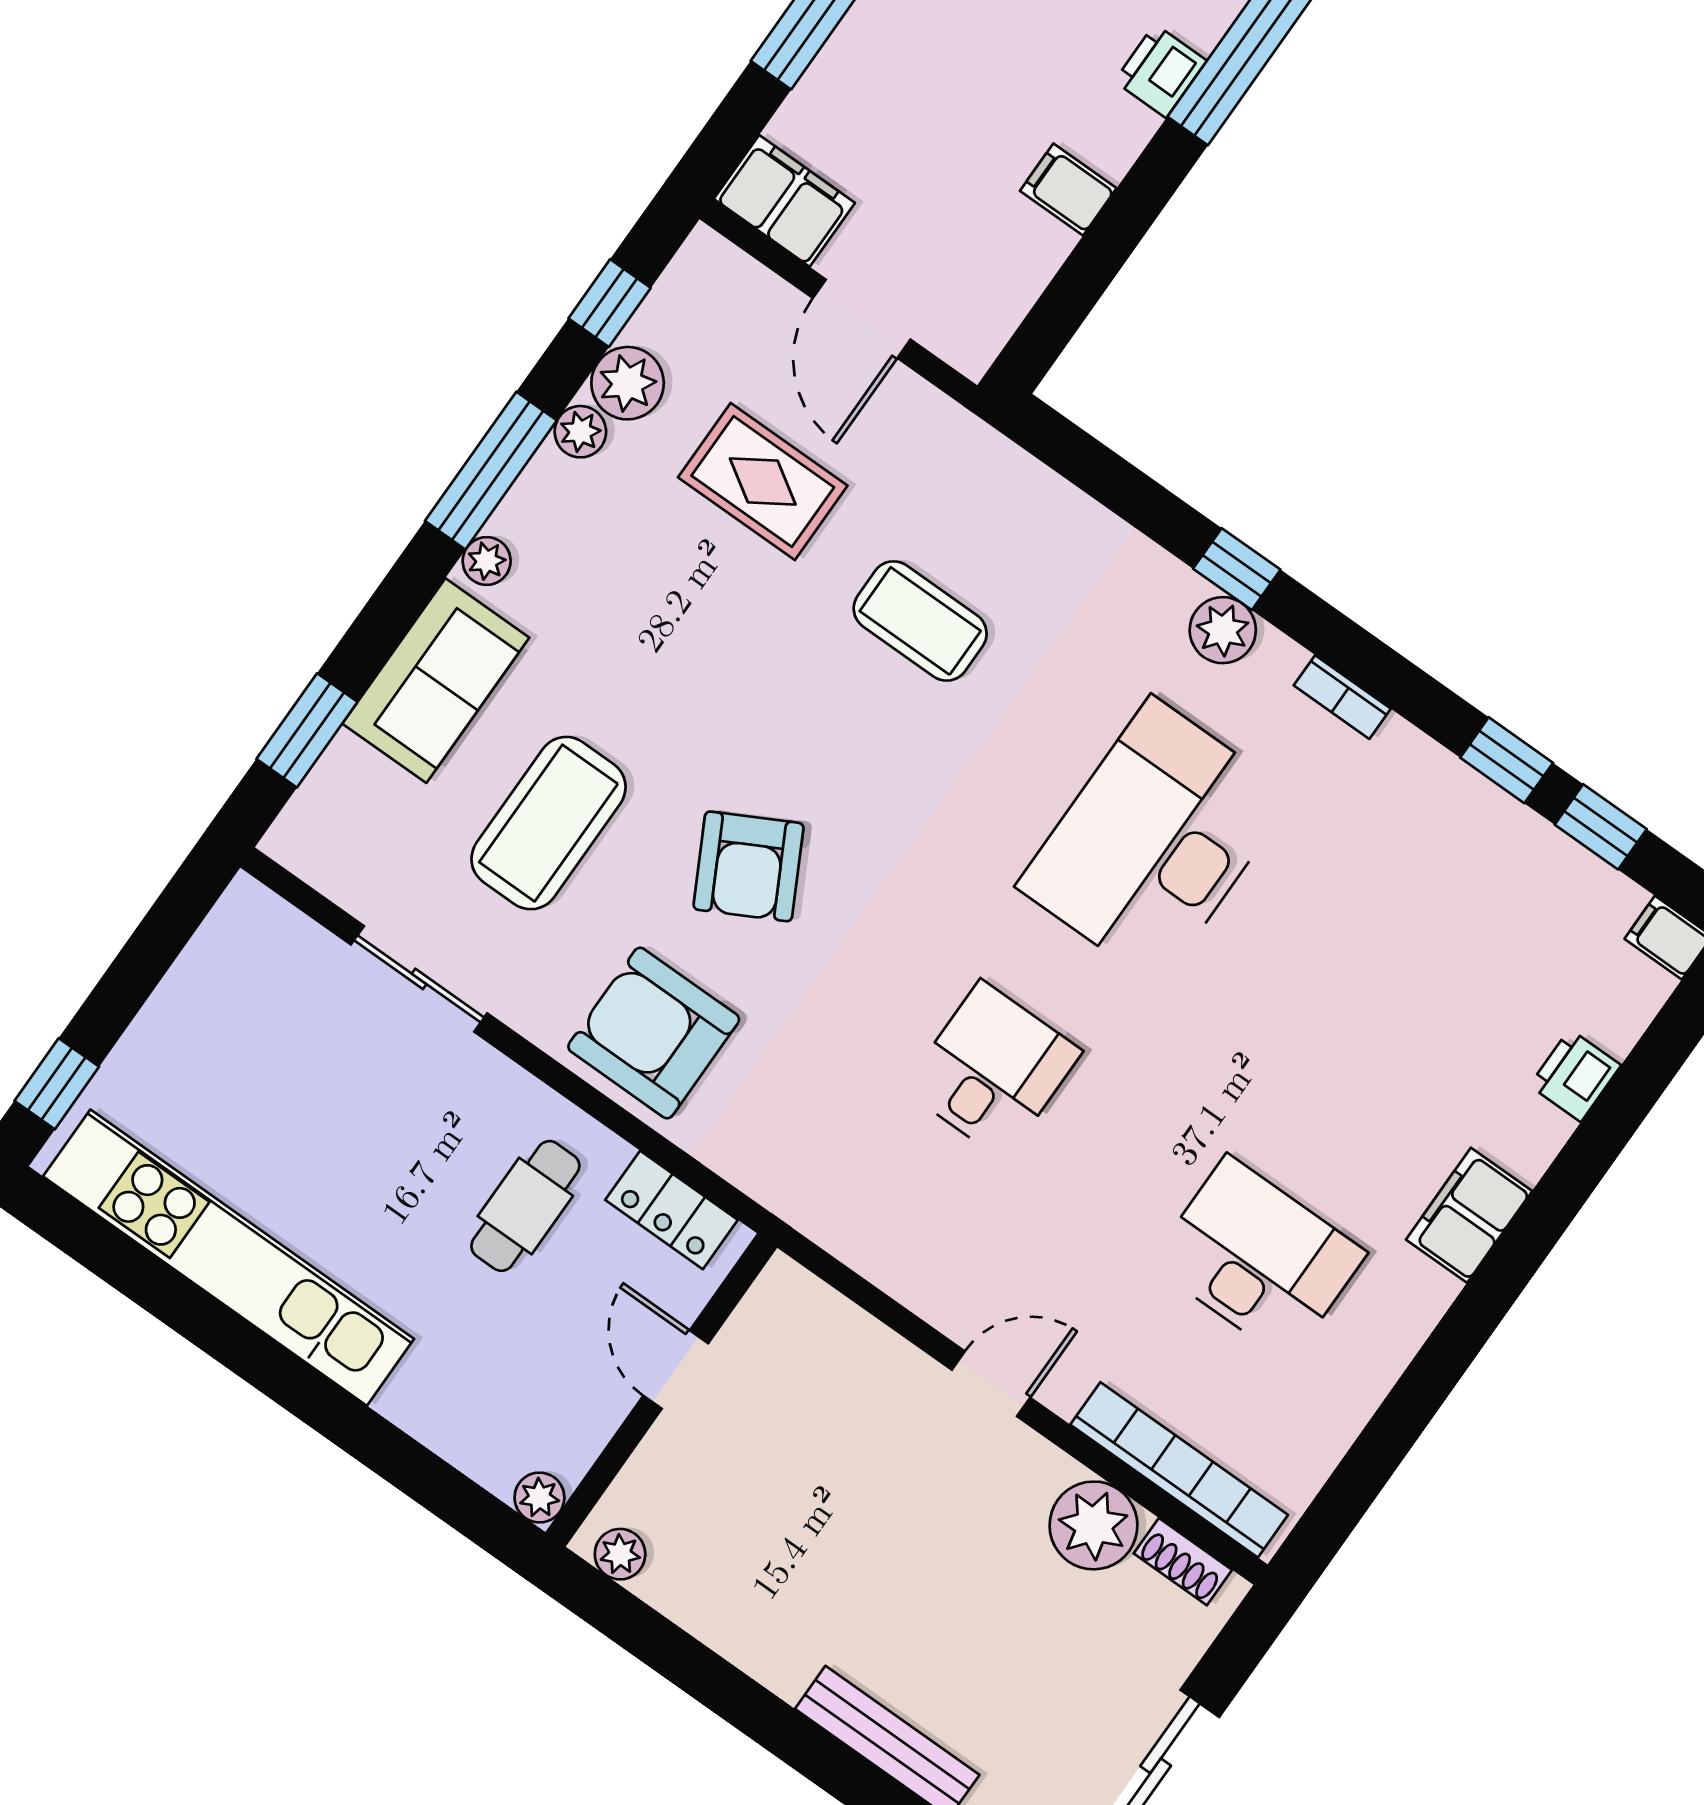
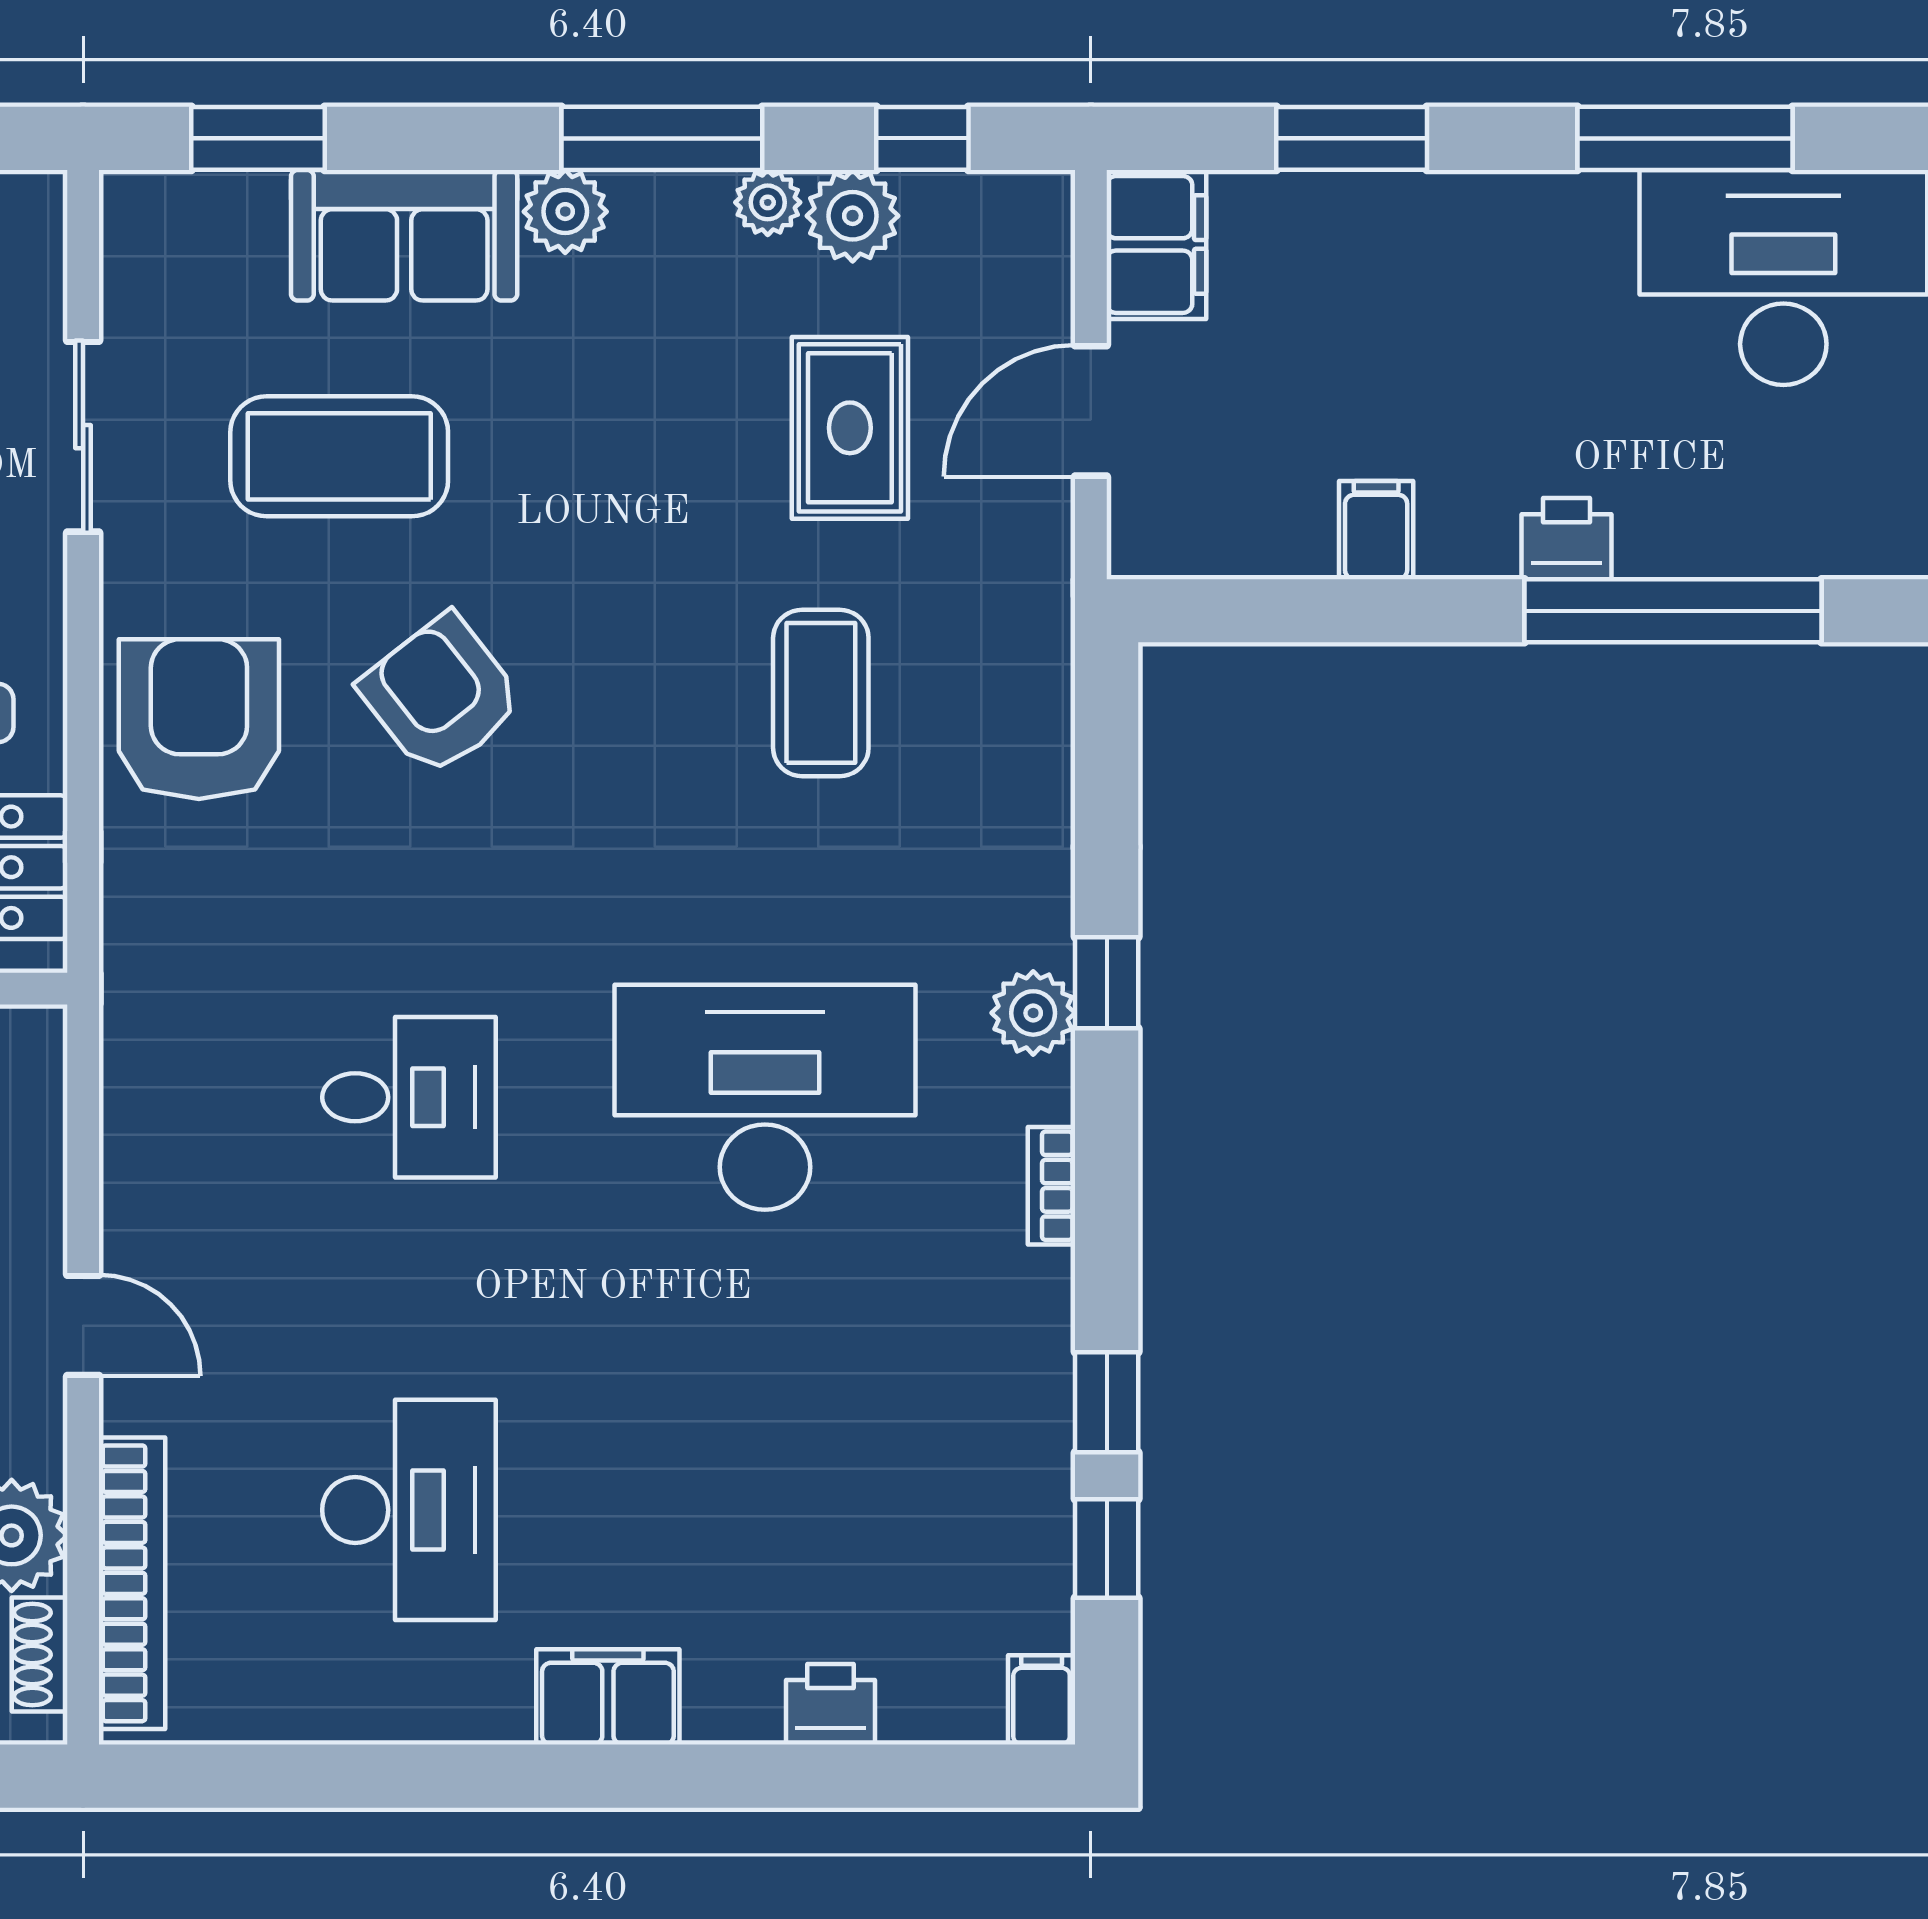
plant: (487, 561) -> (565, 212), width x1.38, depth x1.38
armchair: (749, 866) -> (441, 695), turned 80

